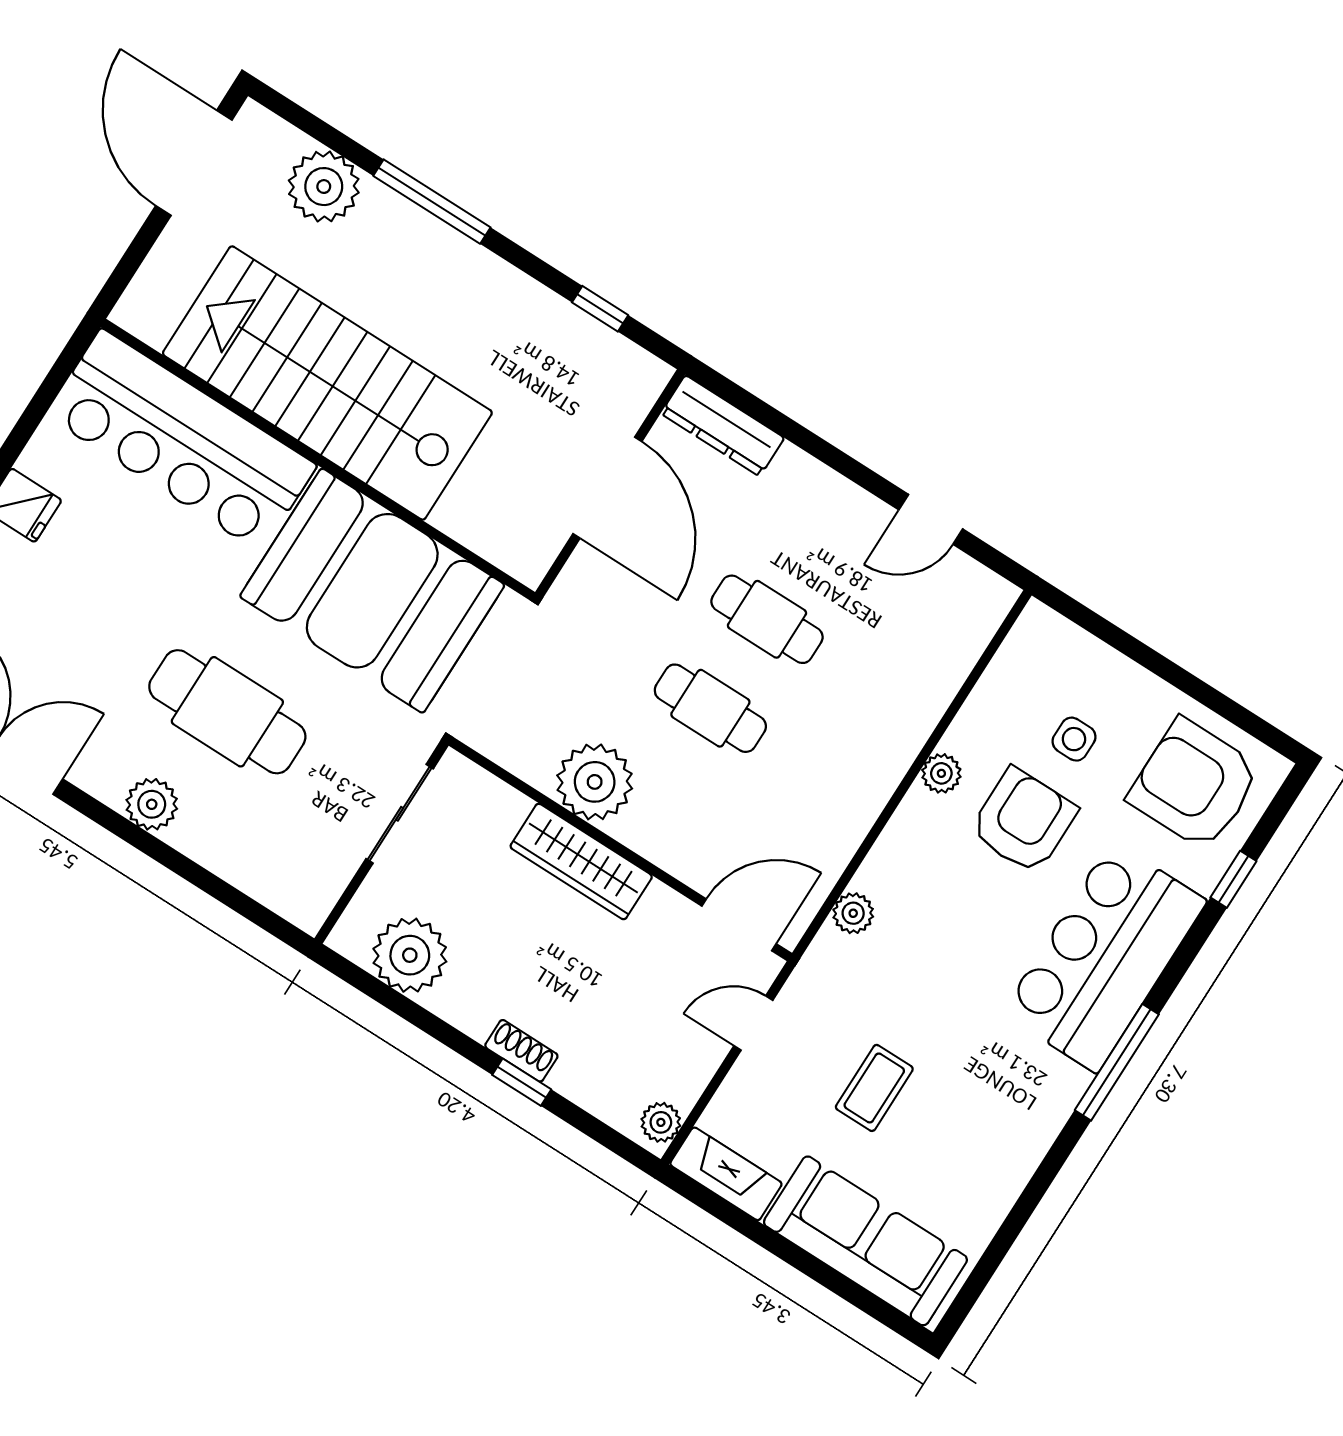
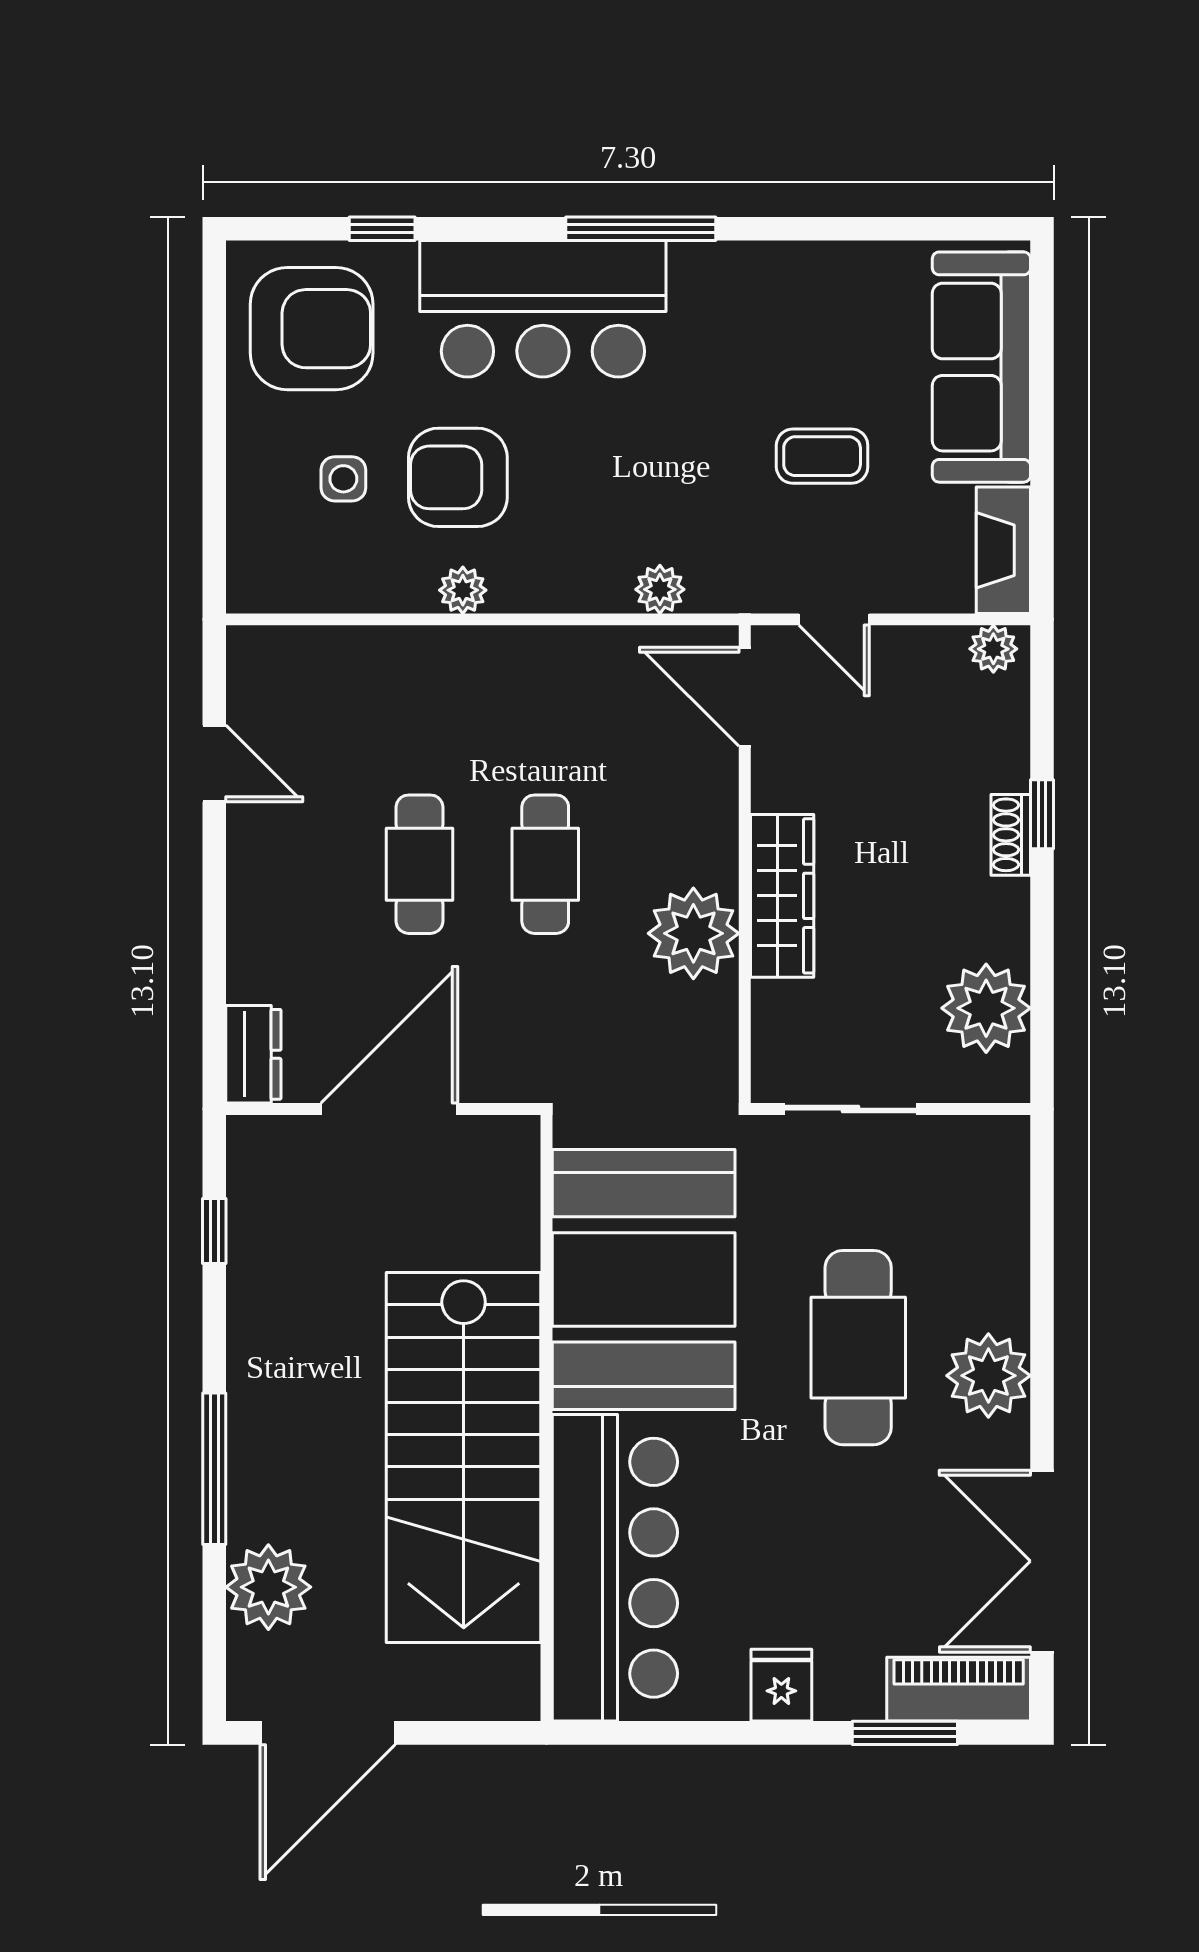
dresser: (723, 426) -> (253, 1054), width x0.70
armchair: (1195, 784) -> (312, 329), turned -90
plant: (152, 804) -> (988, 1376), width x1.36, depth x1.36

